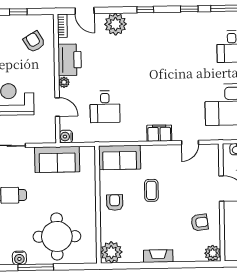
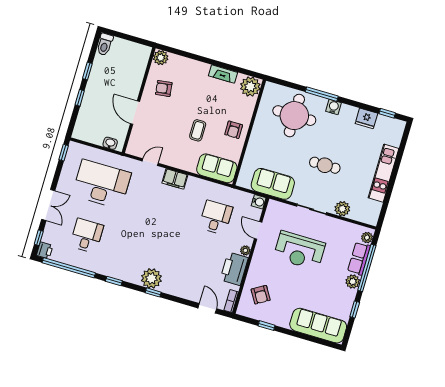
plant: (115, 24) -> (151, 278), moved
fireplace: (158, 256) -> (223, 74), moved

